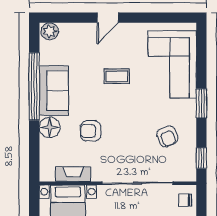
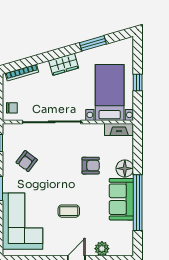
plant: (50, 31) -> (102, 249), moved
armchair: (167, 136) -> (27, 161), turned -119
fireplace: (73, 174) -> (119, 129), moved

